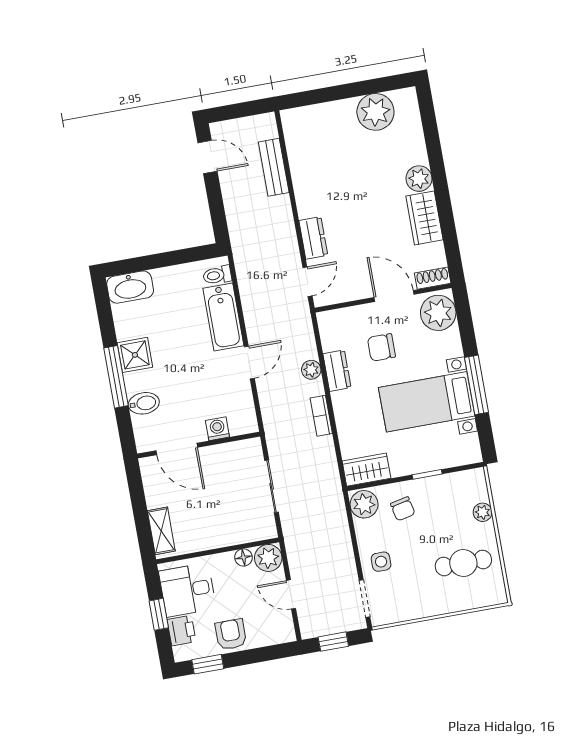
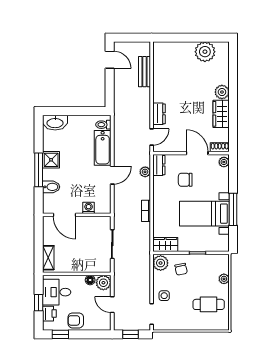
plant: (438, 313) -> (224, 162), width x0.53, depth x0.53
plant: (311, 370) -> (145, 172), moved
dresser: (337, 371) -> (159, 165), moved
armchair: (231, 634) -> (76, 320), turned -90

